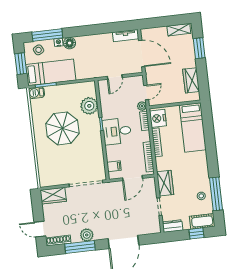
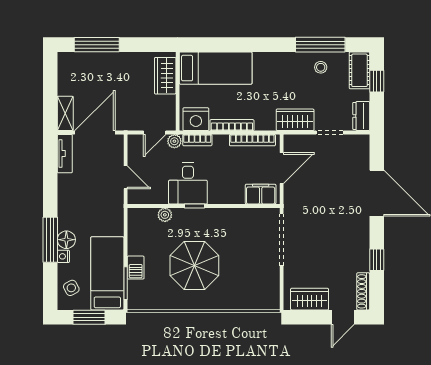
shelving: (179, 30) -> (65, 113), moved
window: (47, 35) -> (50, 240), moved
window: (199, 48) -> (97, 45), width x1.44
wardrobe: (191, 80) -> (165, 76), moved, turned 90
barbecue: (37, 93) -> (136, 268), moved
door: (146, 93) -> (155, 132), swing flipped
plant: (89, 106) -> (165, 215), width x0.53, depth x0.53
desk: (117, 131) -> (188, 183), moved
filing cabinet: (114, 166) -> (261, 194), width x2.00
door: (133, 178) -> (282, 168), hinge flipped
wardrobe: (53, 196) -> (310, 299), moved, turned -90
plant: (87, 235) -> (360, 247), removed
window: (80, 247) -> (377, 260), width x0.46

